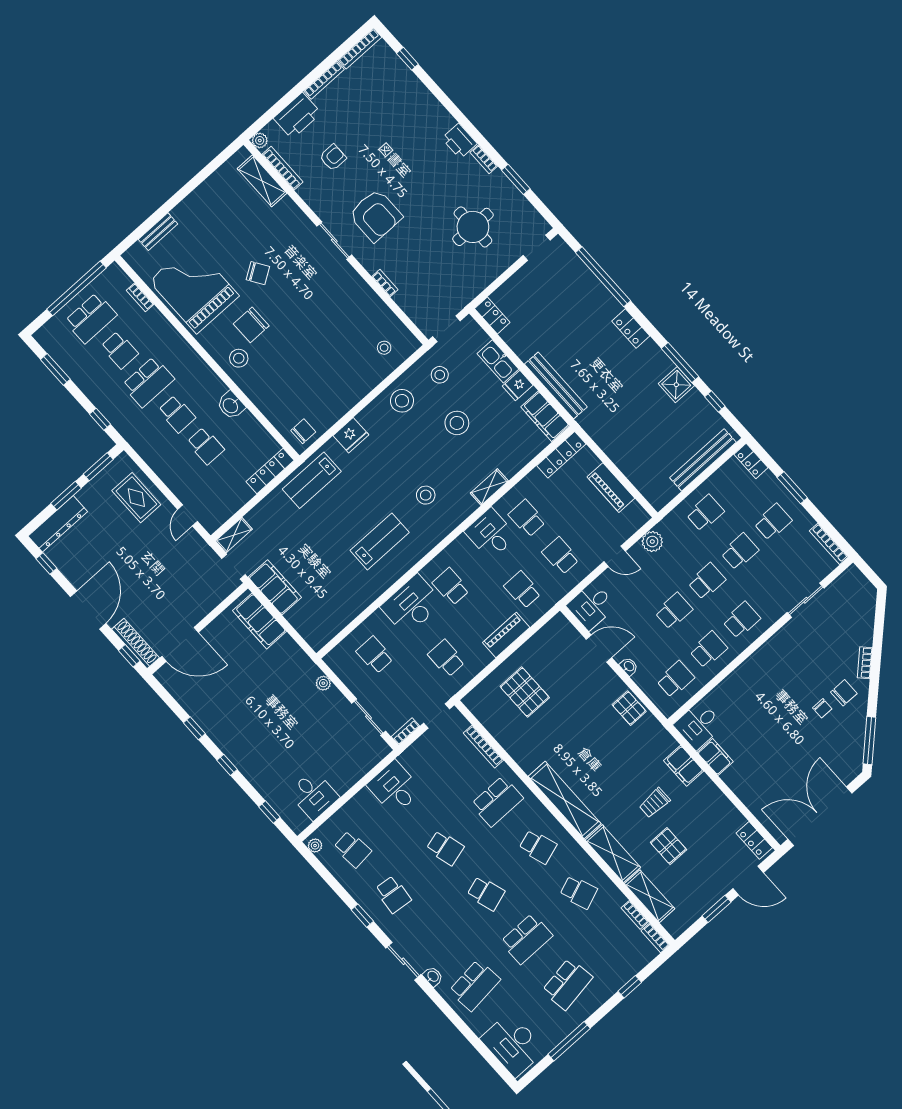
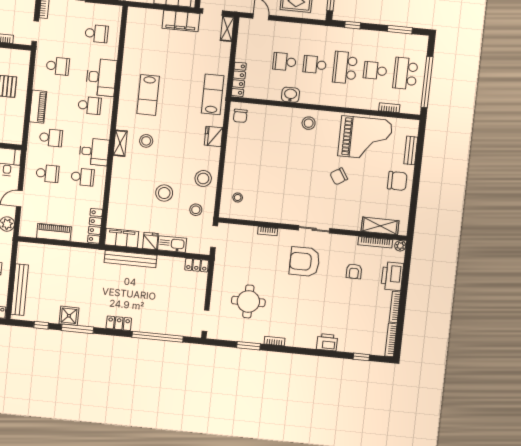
printer: (459, 141) -> (327, 342), moved
chair: (251, 325) -> (397, 181), moved, turned 90
shelving: (489, 487) -> (120, 143), moved

